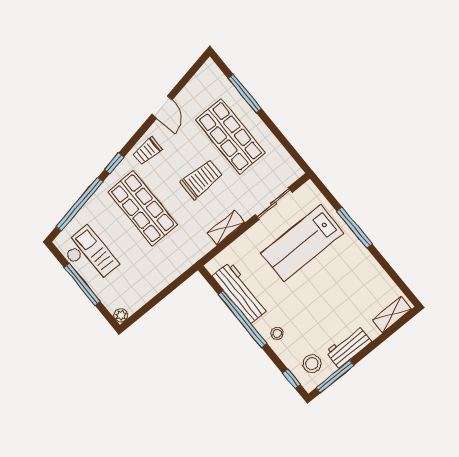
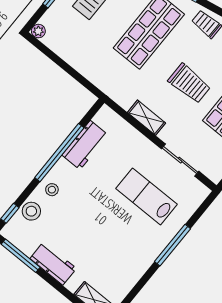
lab bench: (302, 243) -> (147, 196), width x0.73, depth x0.72
workbench: (240, 292) -> (85, 145), width x0.73
stool: (312, 364) -> (31, 211), moved

